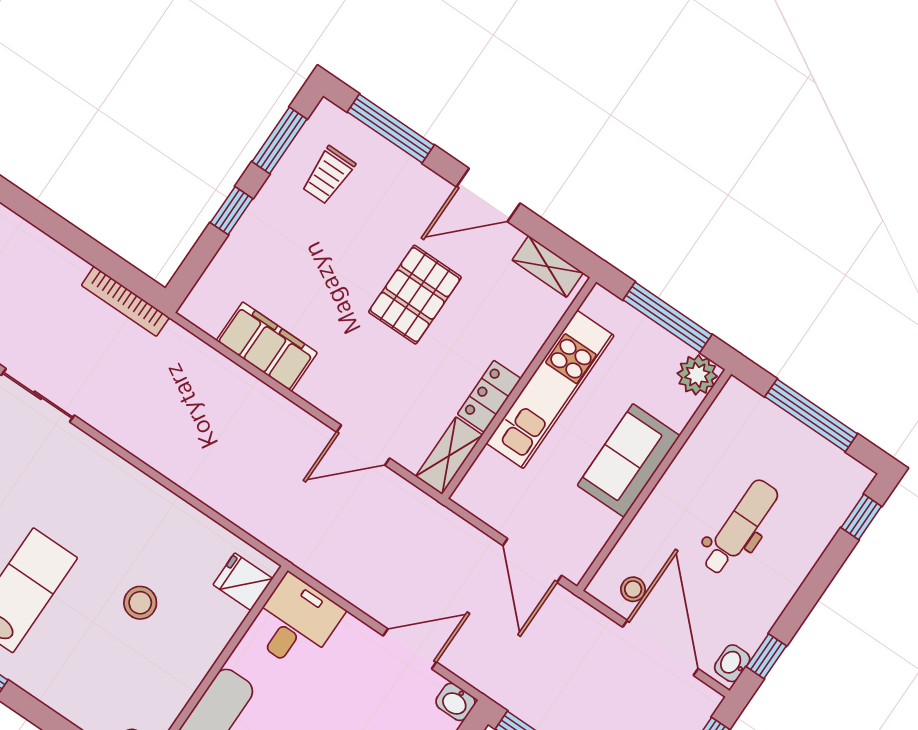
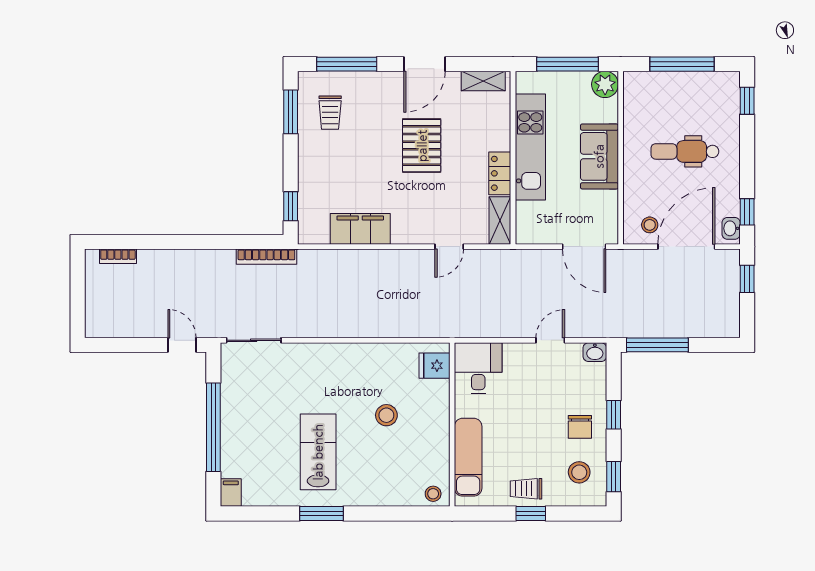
window: (232, 211) -> (291, 206), moved
door: (363, 445) -> (449, 247), width x0.73
dental chair: (740, 527) -> (685, 151), turned -90
door: (660, 648) -> (686, 247), hinge flipped
door: (410, 649) -> (550, 340), width x0.73

